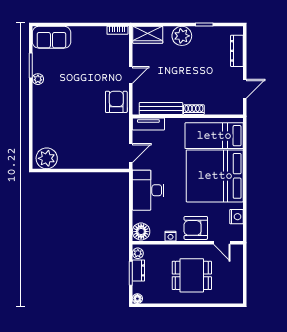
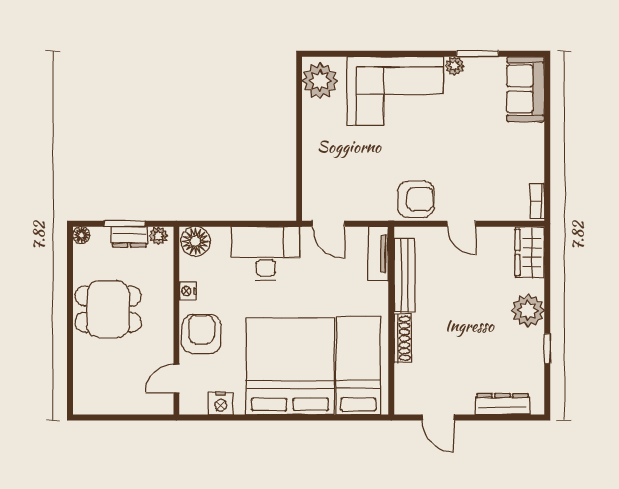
shoe rack: (194, 110) -> (402, 338), width x1.43
corner sofa: (53, 114) -> (395, 91), added
dining table: (192, 275) -> (108, 309), moved, turned 90

